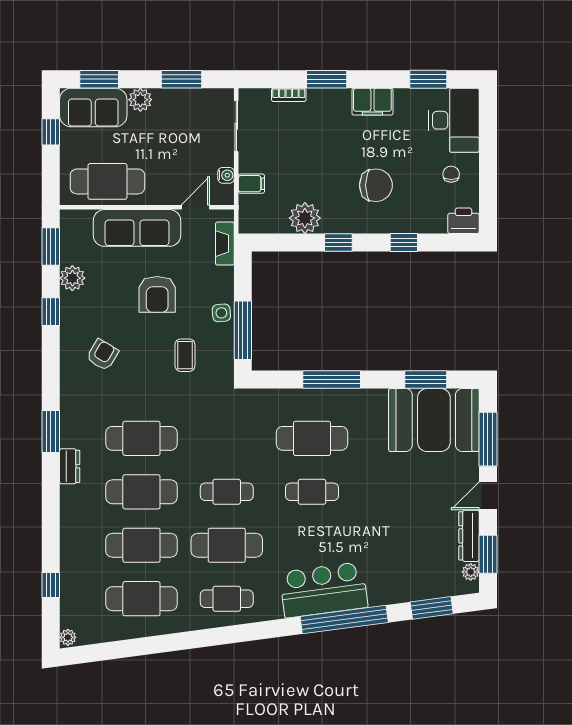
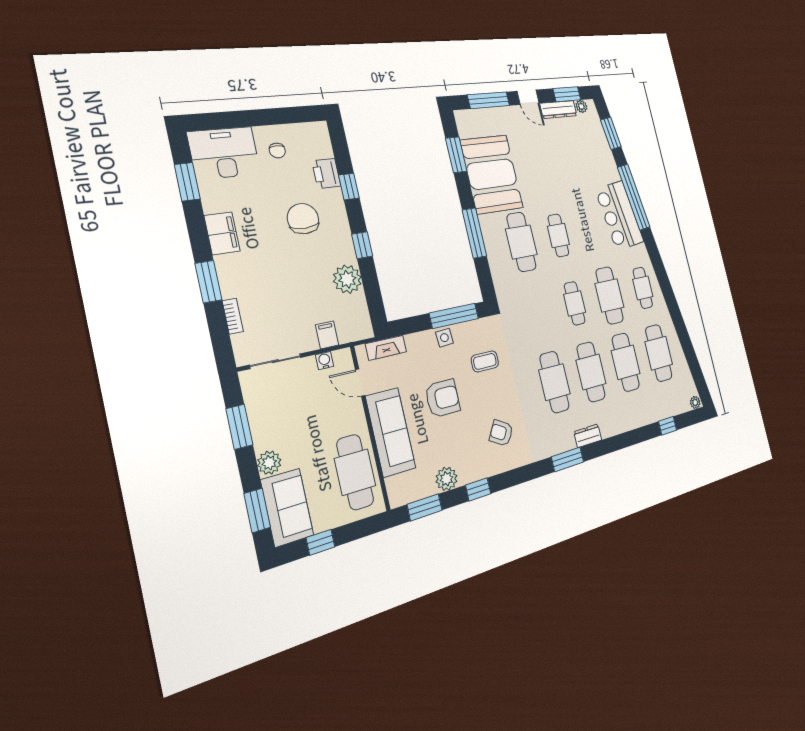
chair: (451, 174) -> (277, 151), turned -90
printer: (463, 221) -> (326, 173), moved
booth: (434, 420) -> (492, 174), moved

